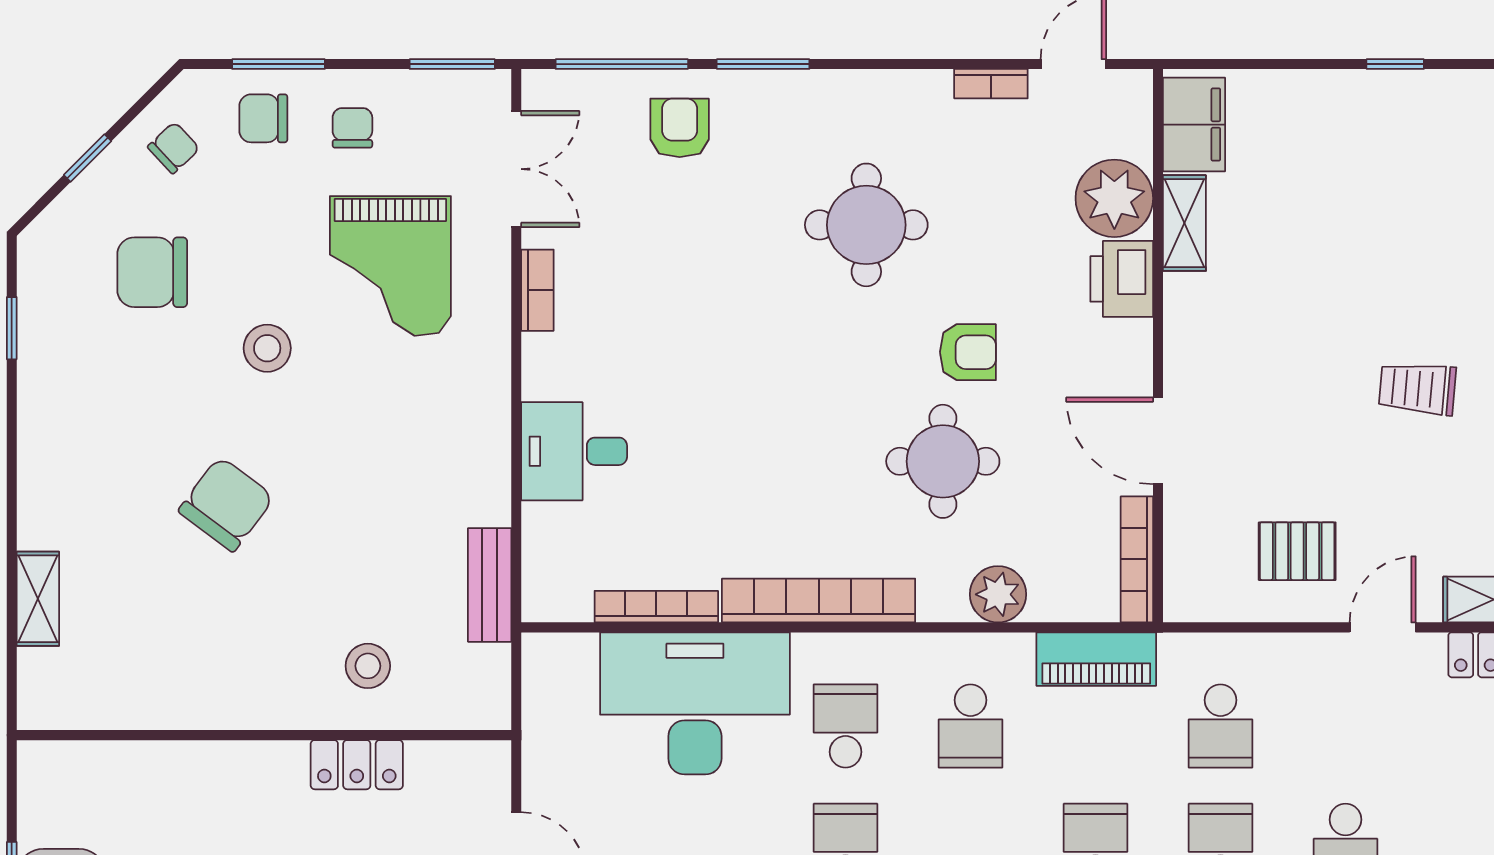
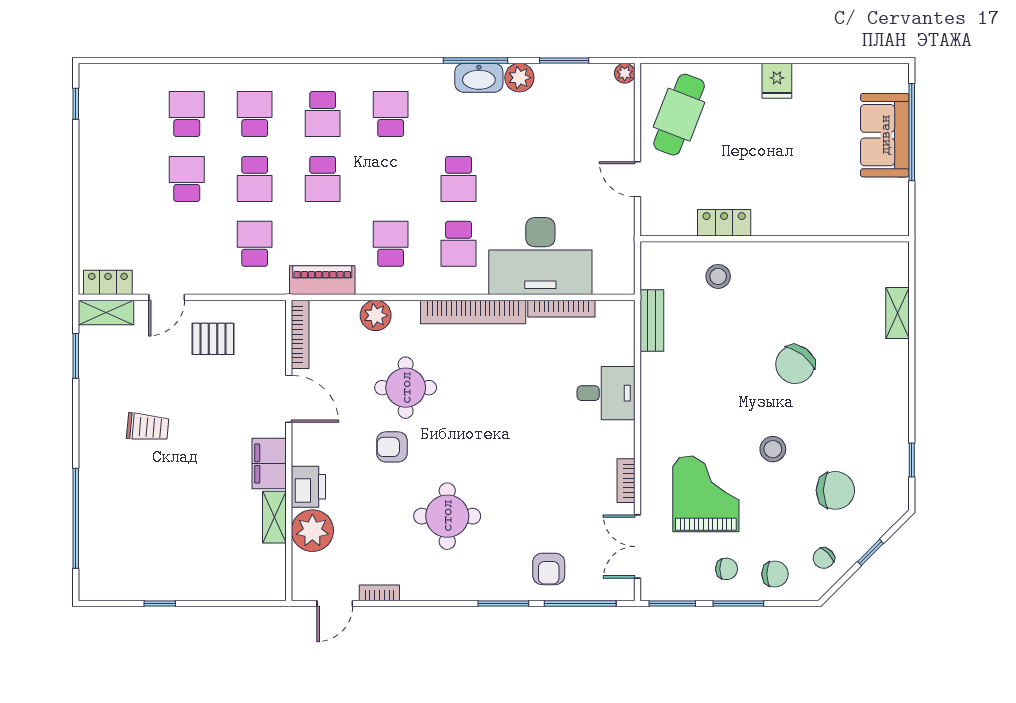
window: (278, 64) -> (738, 604), moved
filing cabinet: (1194, 125) -> (269, 464), moved
chair: (352, 128) -> (727, 569), turned -90

